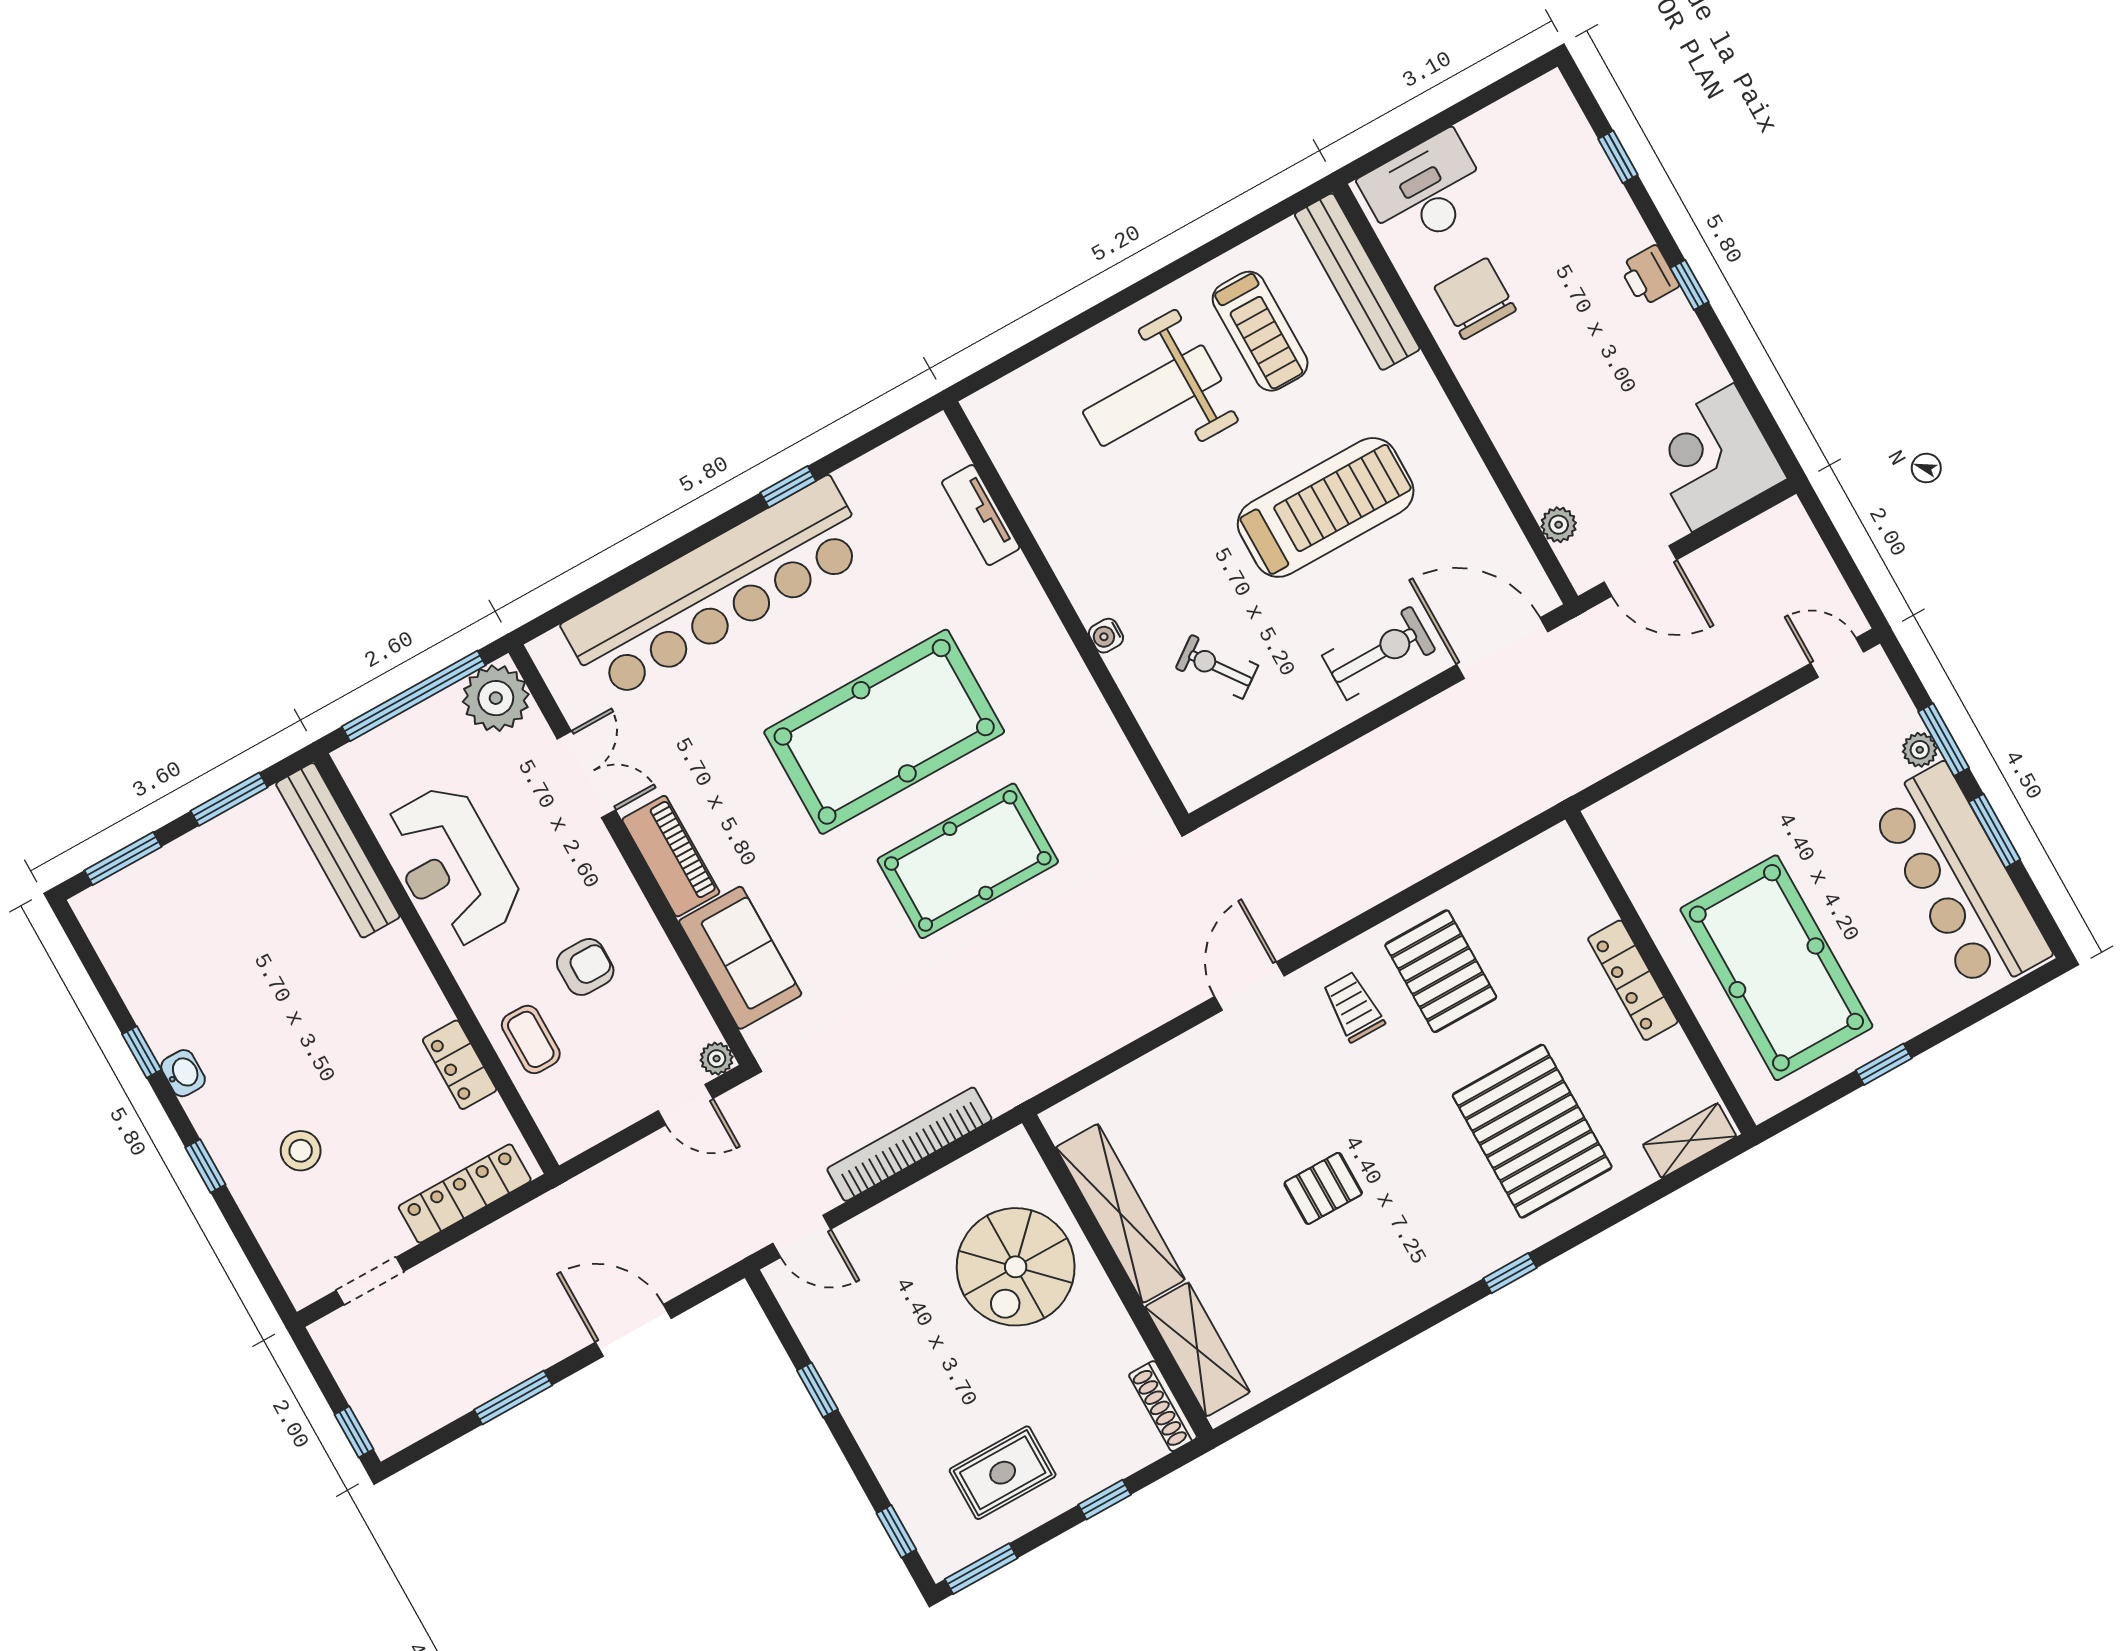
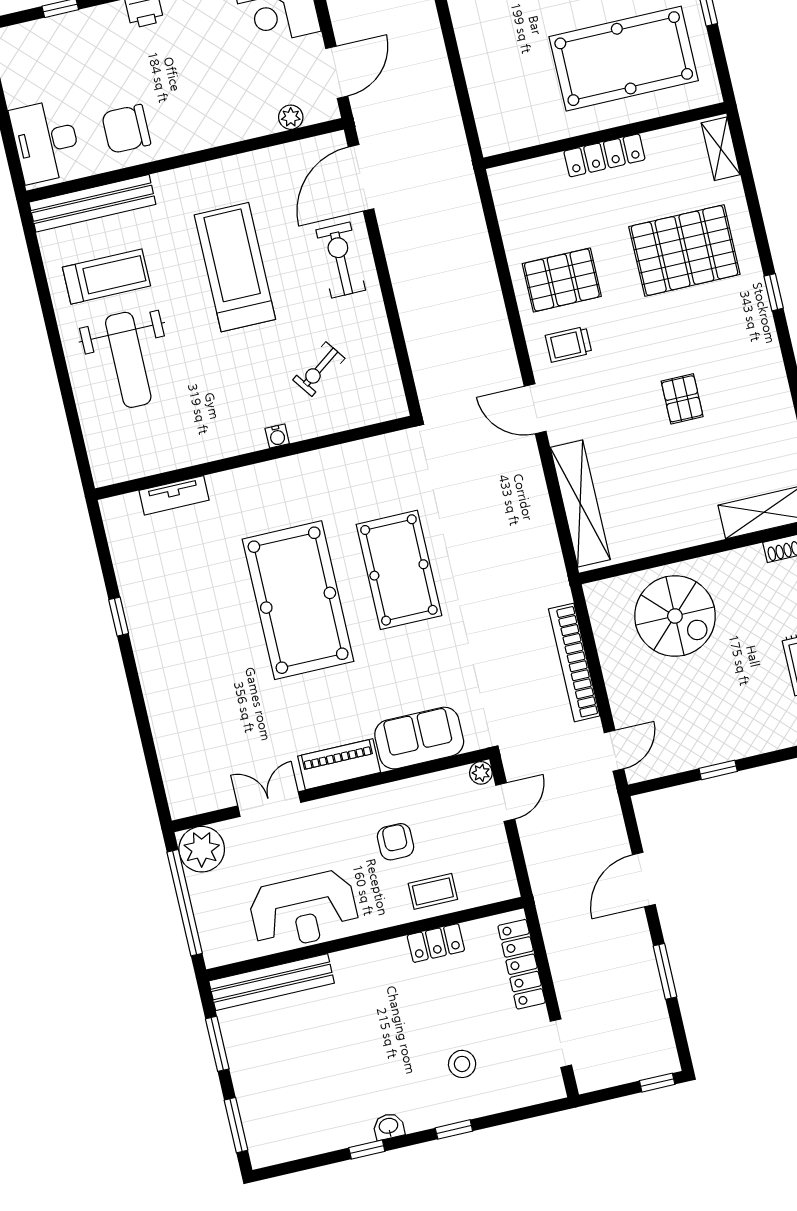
bar counter: (717, 590) -> (173, 683), removed
shelving: (1120, 1213) -> (580, 503), moved, turned 90

